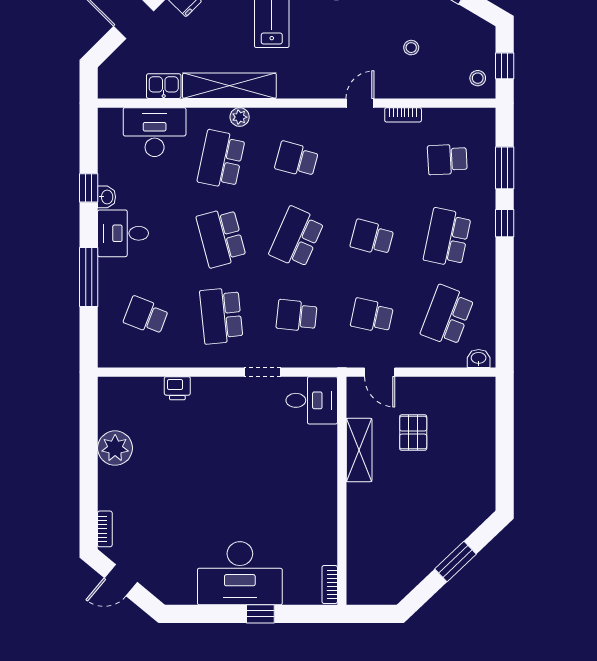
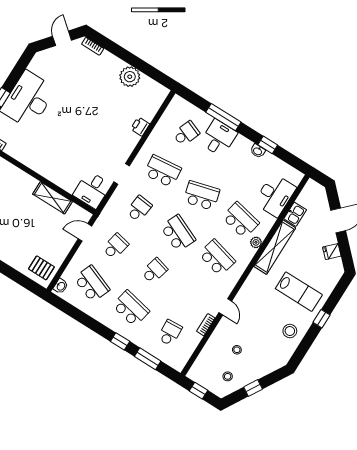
stool: (478, 78) -> (228, 376), moved
school desk: (297, 159) -> (217, 258), width x1.85
desk: (123, 233) -> (219, 138), moved
pallet: (413, 433) -> (41, 268), moved

